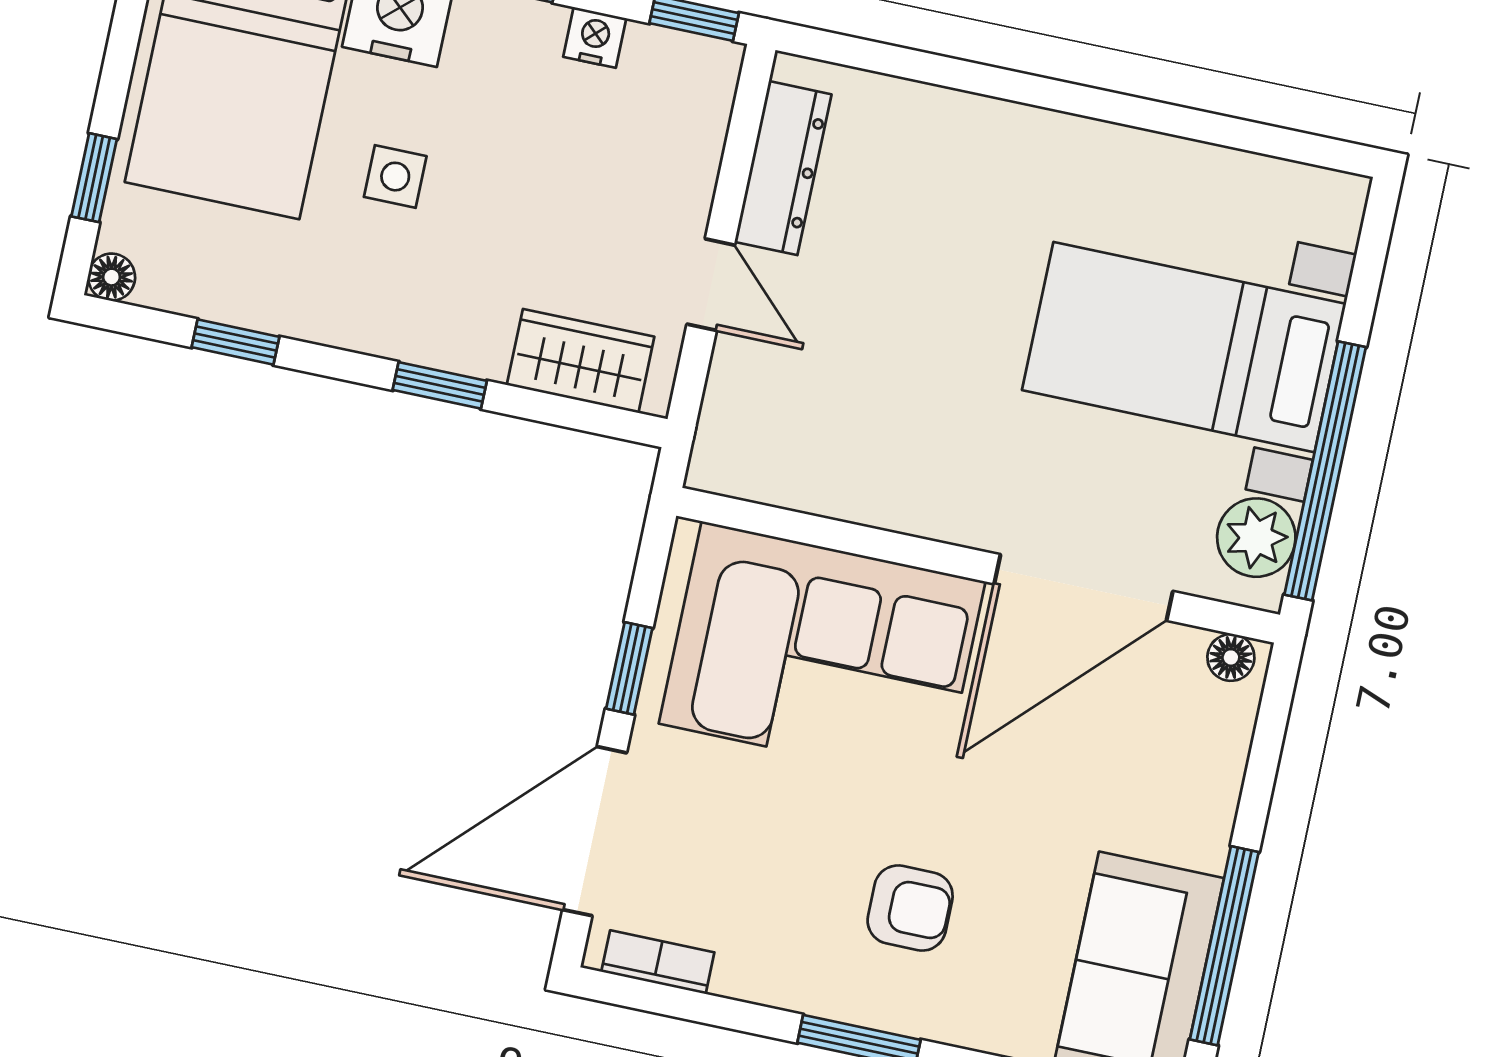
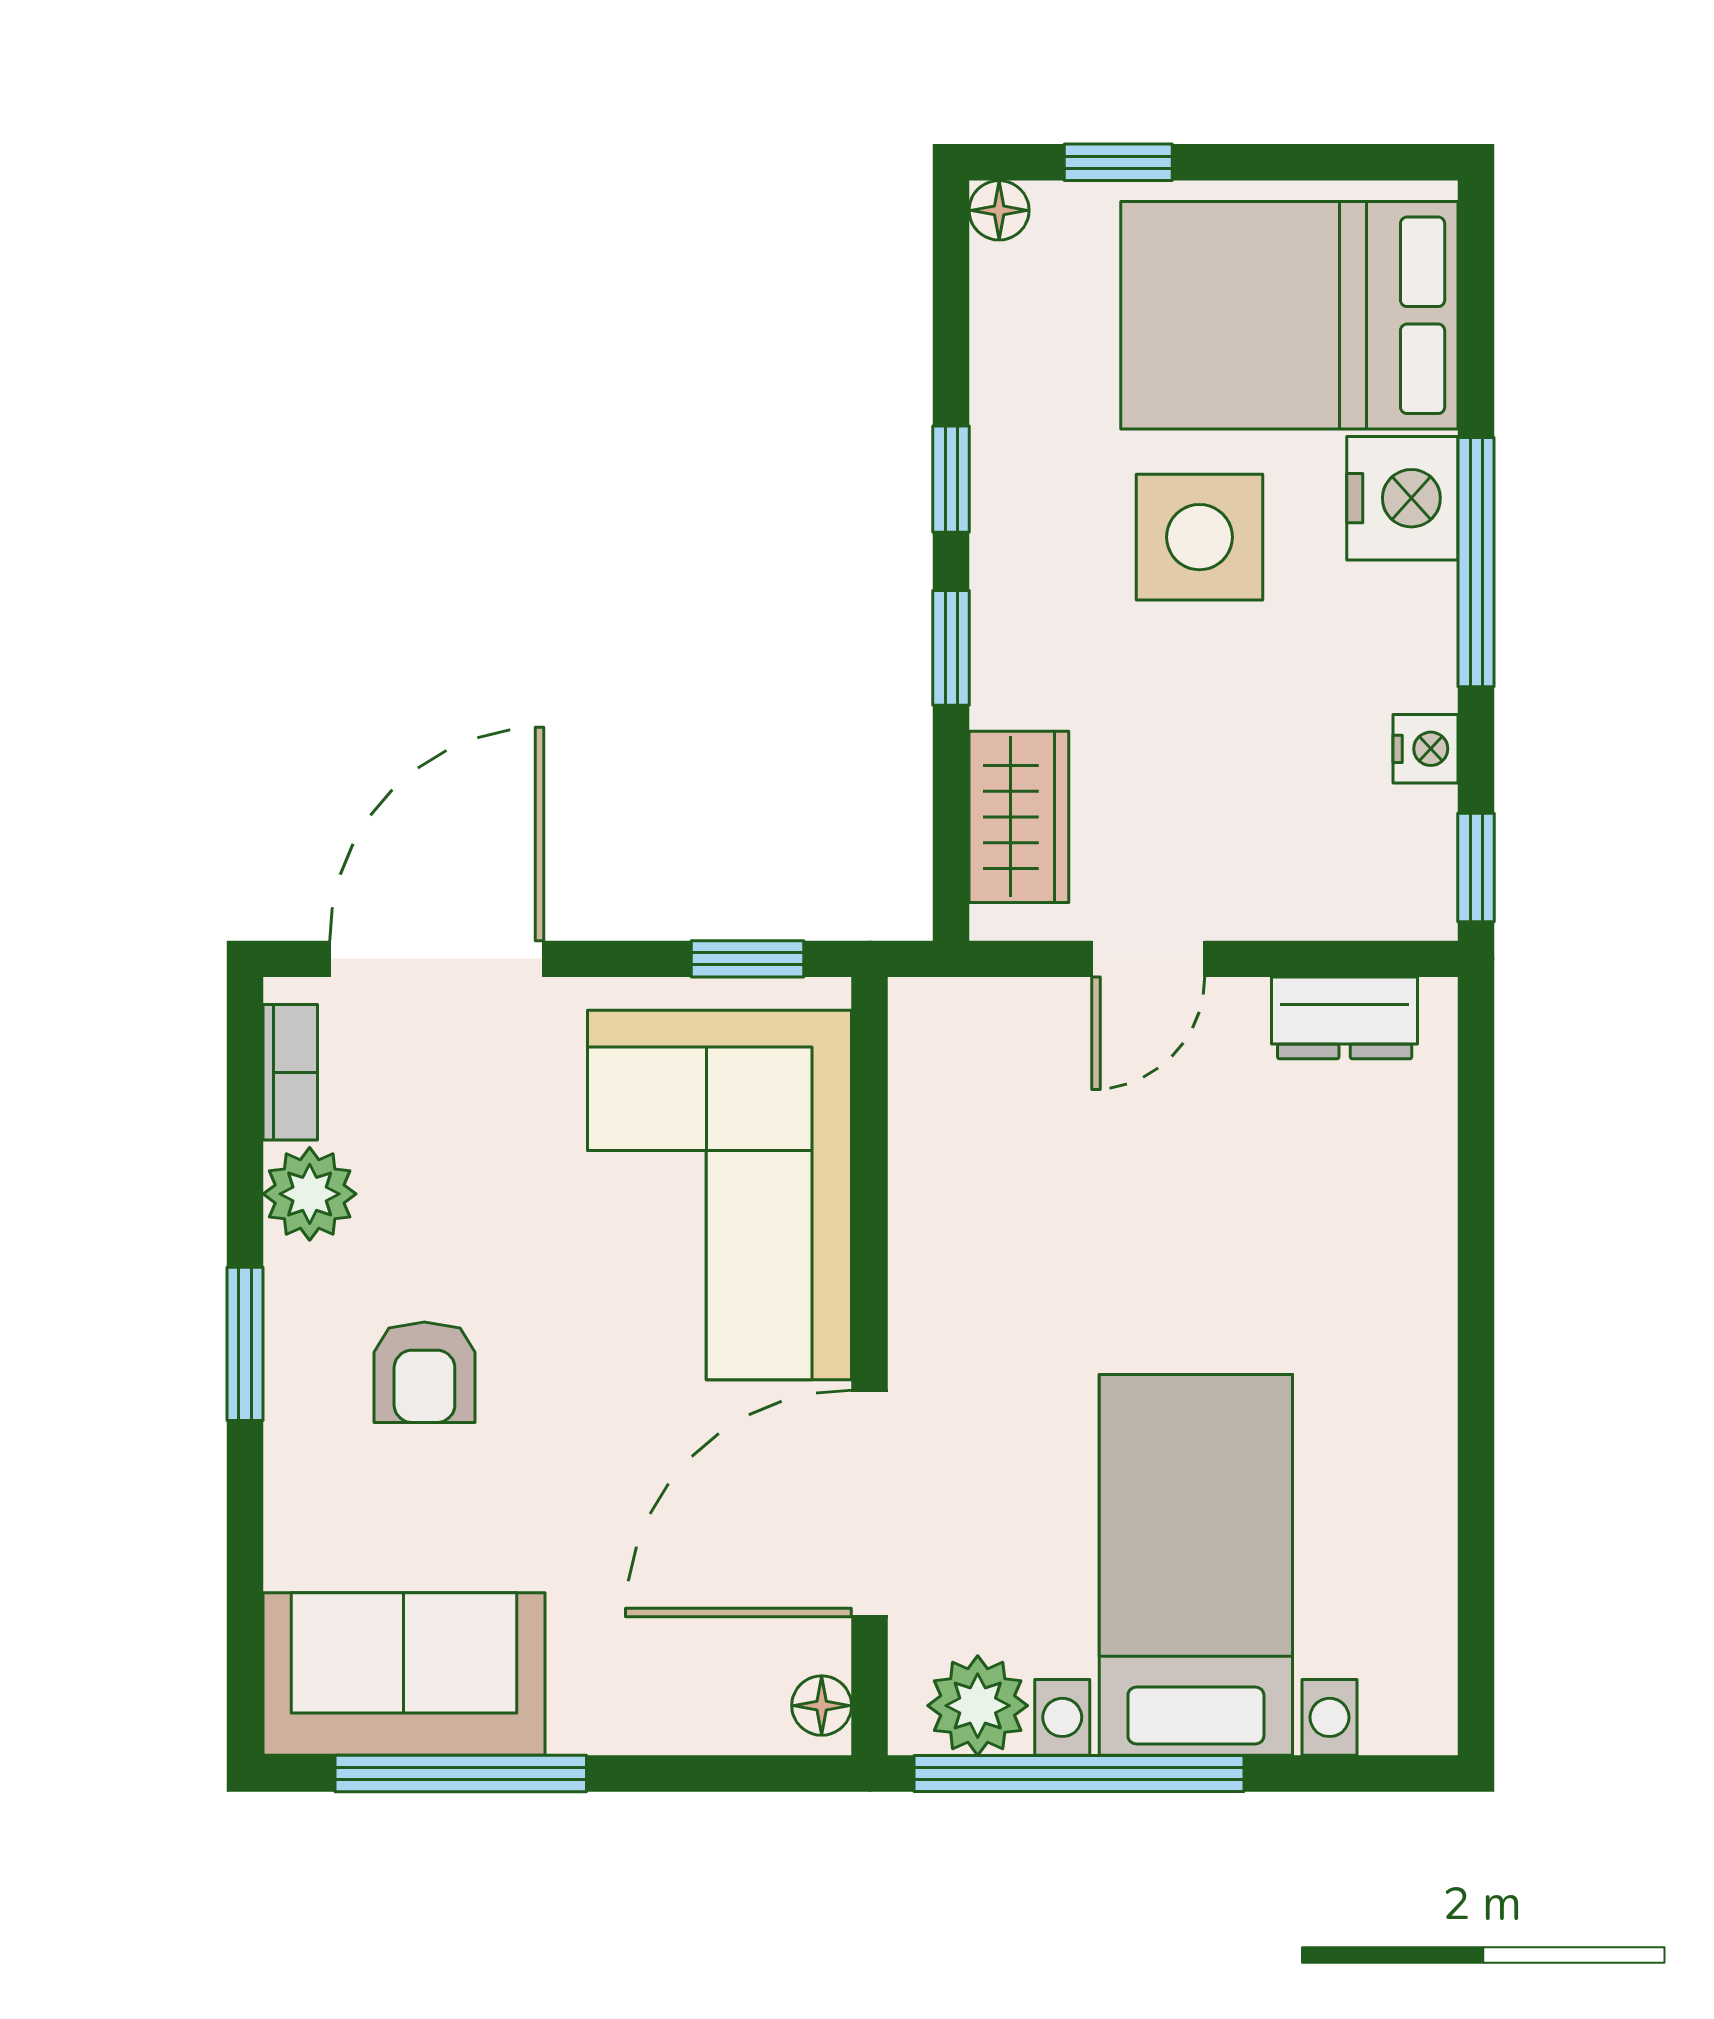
dresser: (783, 168) -> (1345, 1018), width x0.70
side table: (395, 177) -> (1199, 537), width x1.87, depth x1.87
window: (236, 342) -> (951, 479), moved
door: (1083, 588) -> (870, 1503), hinge flipped
window: (629, 668) -> (748, 959), moved
door: (595, 831) -> (437, 959), hinge flipped
plant: (754, 967) -> (310, 1194), added

